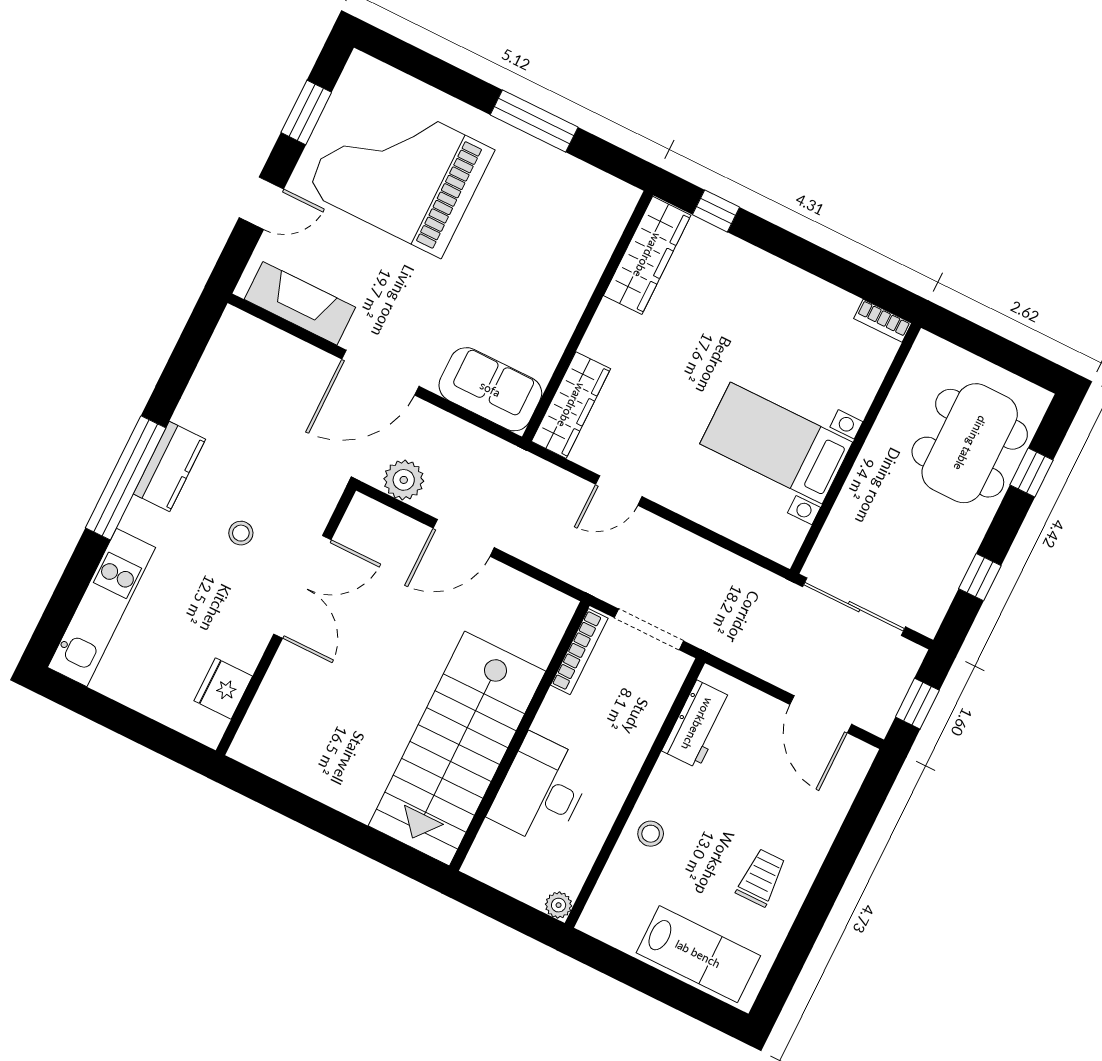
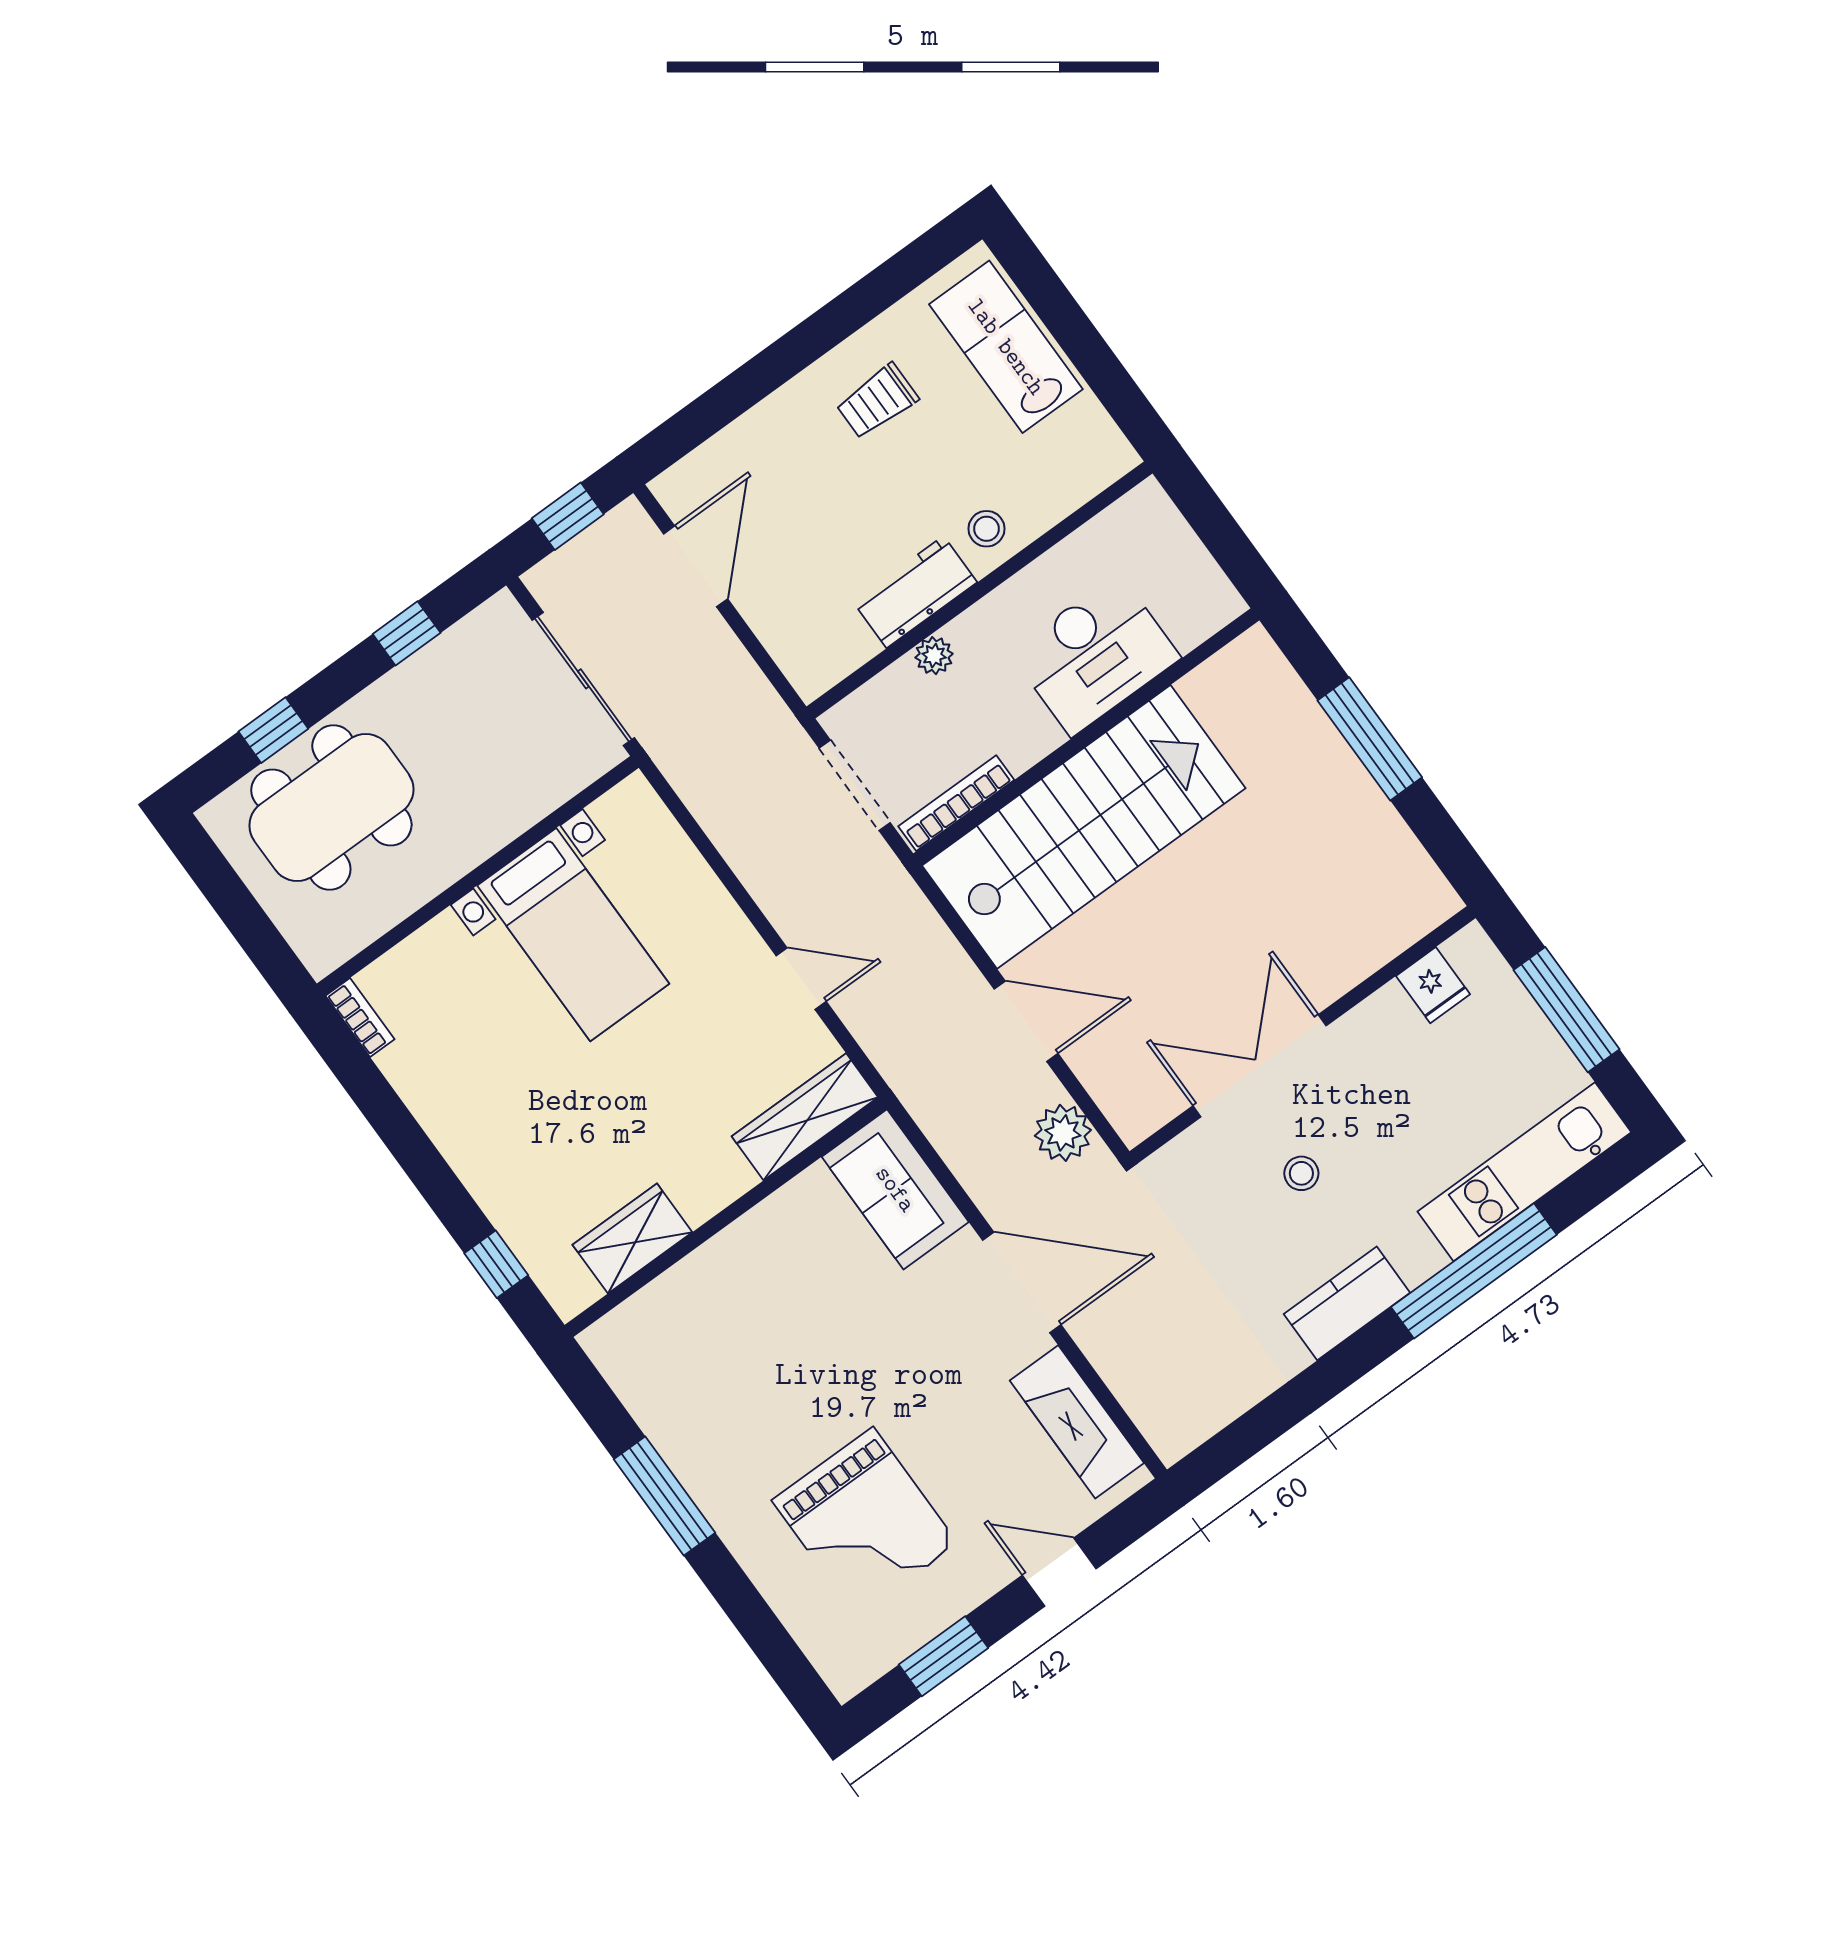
grand piano: (400, 171) -> (865, 1522), width x0.73, depth x0.68
wardrobe: (647, 255) -> (632, 1238), width x0.67
window: (126, 478) -> (1474, 1271), moved
fridge: (223, 688) -> (1433, 985), width x0.72
window: (128, 723) -> (1566, 1010), added
workbench: (697, 724) -> (915, 592), moved
stairs: (457, 748) -> (1084, 827), moved
window: (341, 828) -> (1370, 739), added
plant: (559, 905) -> (934, 656), moved

